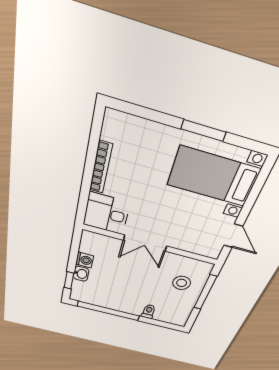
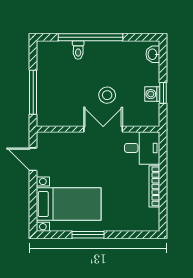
washbasin: (81, 274) -> (153, 54), moved
window: (69, 280) -> (163, 93), moved
stool: (182, 283) -> (107, 95), moved
window: (108, 311) -> (91, 37), moved

